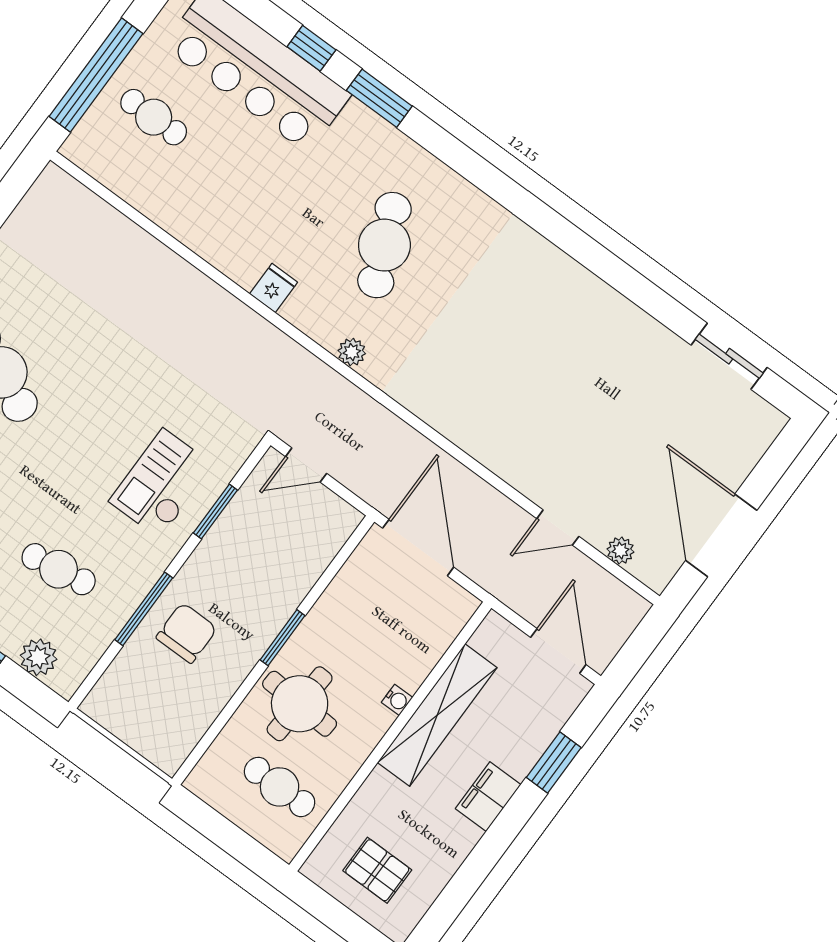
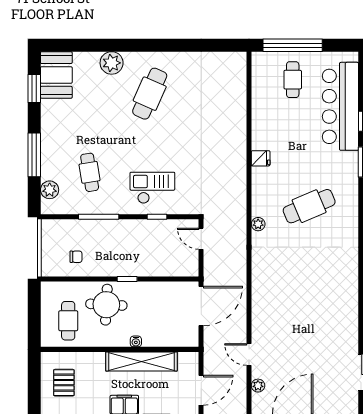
fridge: (274, 288) -> (261, 158), moved
window: (215, 512) -> (157, 217), width x0.67
chair: (187, 633) -> (76, 257), moved, width x0.54, depth x0.54
window: (282, 638) -> (127, 279), width x0.67

